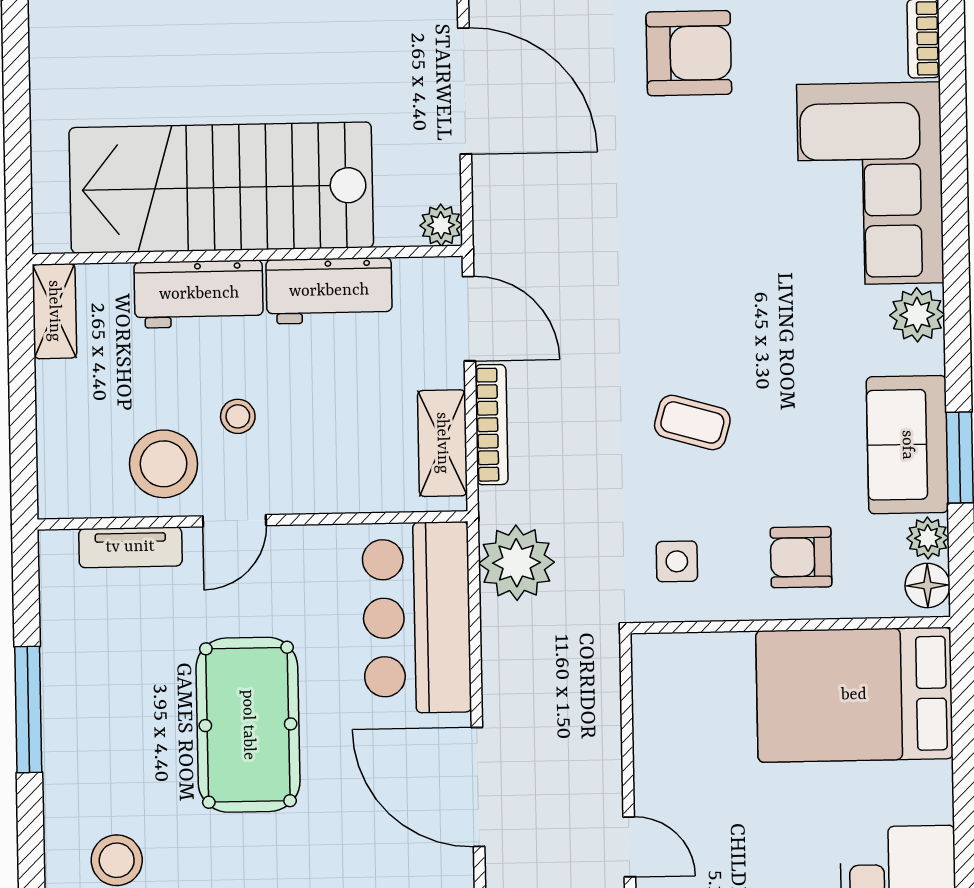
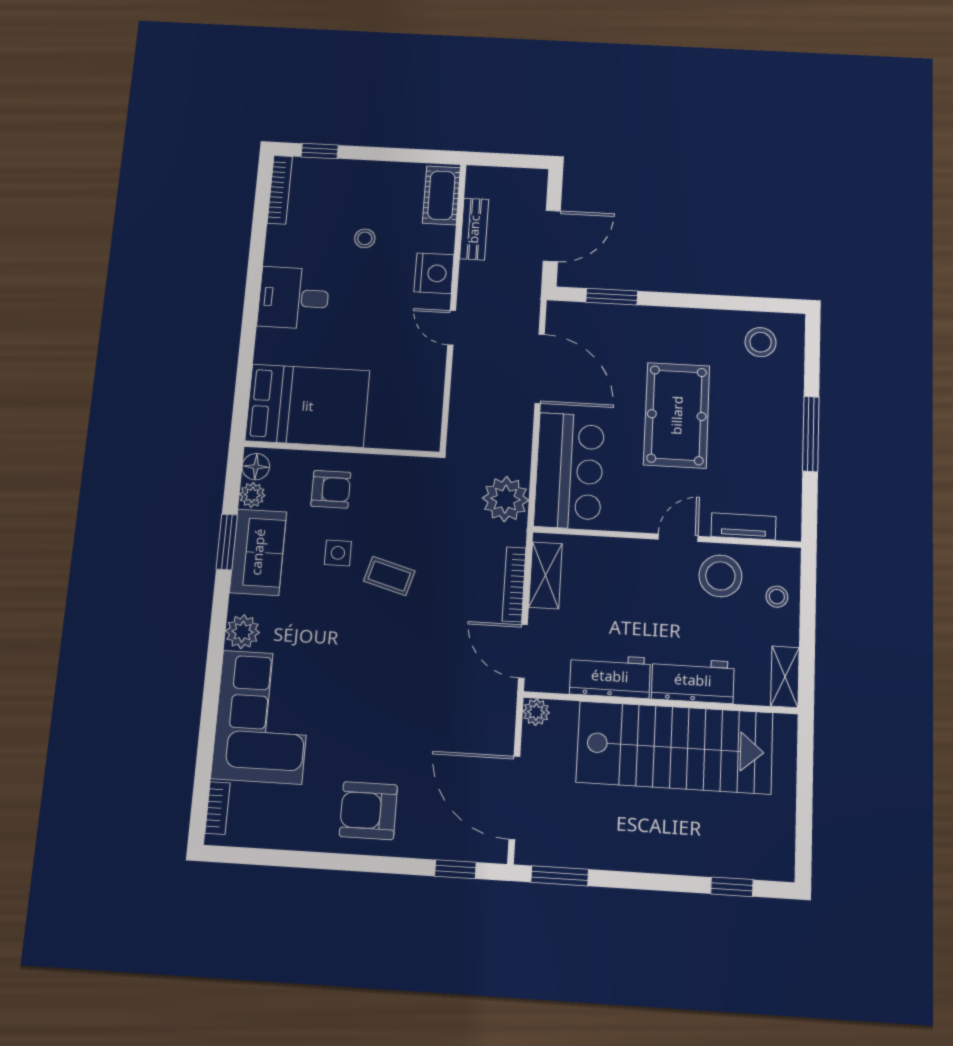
stool: (238, 416) -> (777, 597), moved
side table: (677, 561) -> (338, 553), moved

